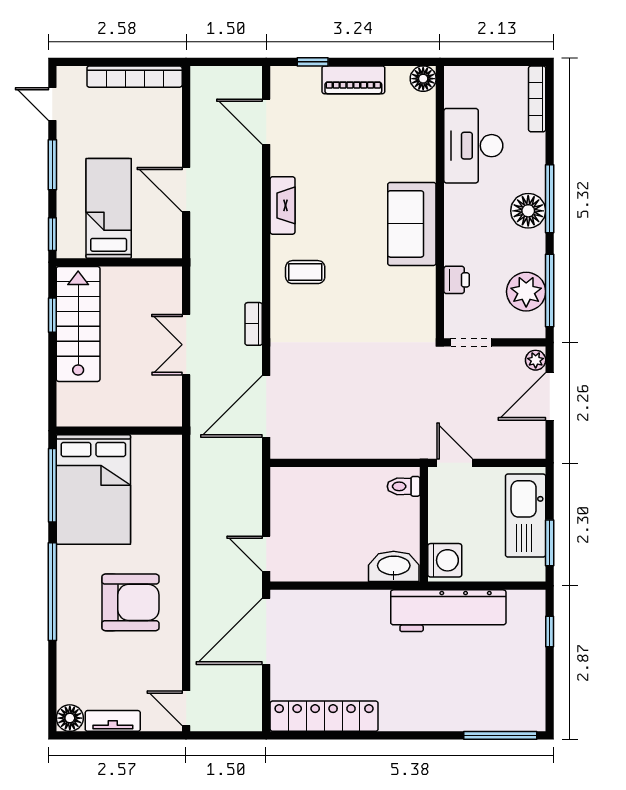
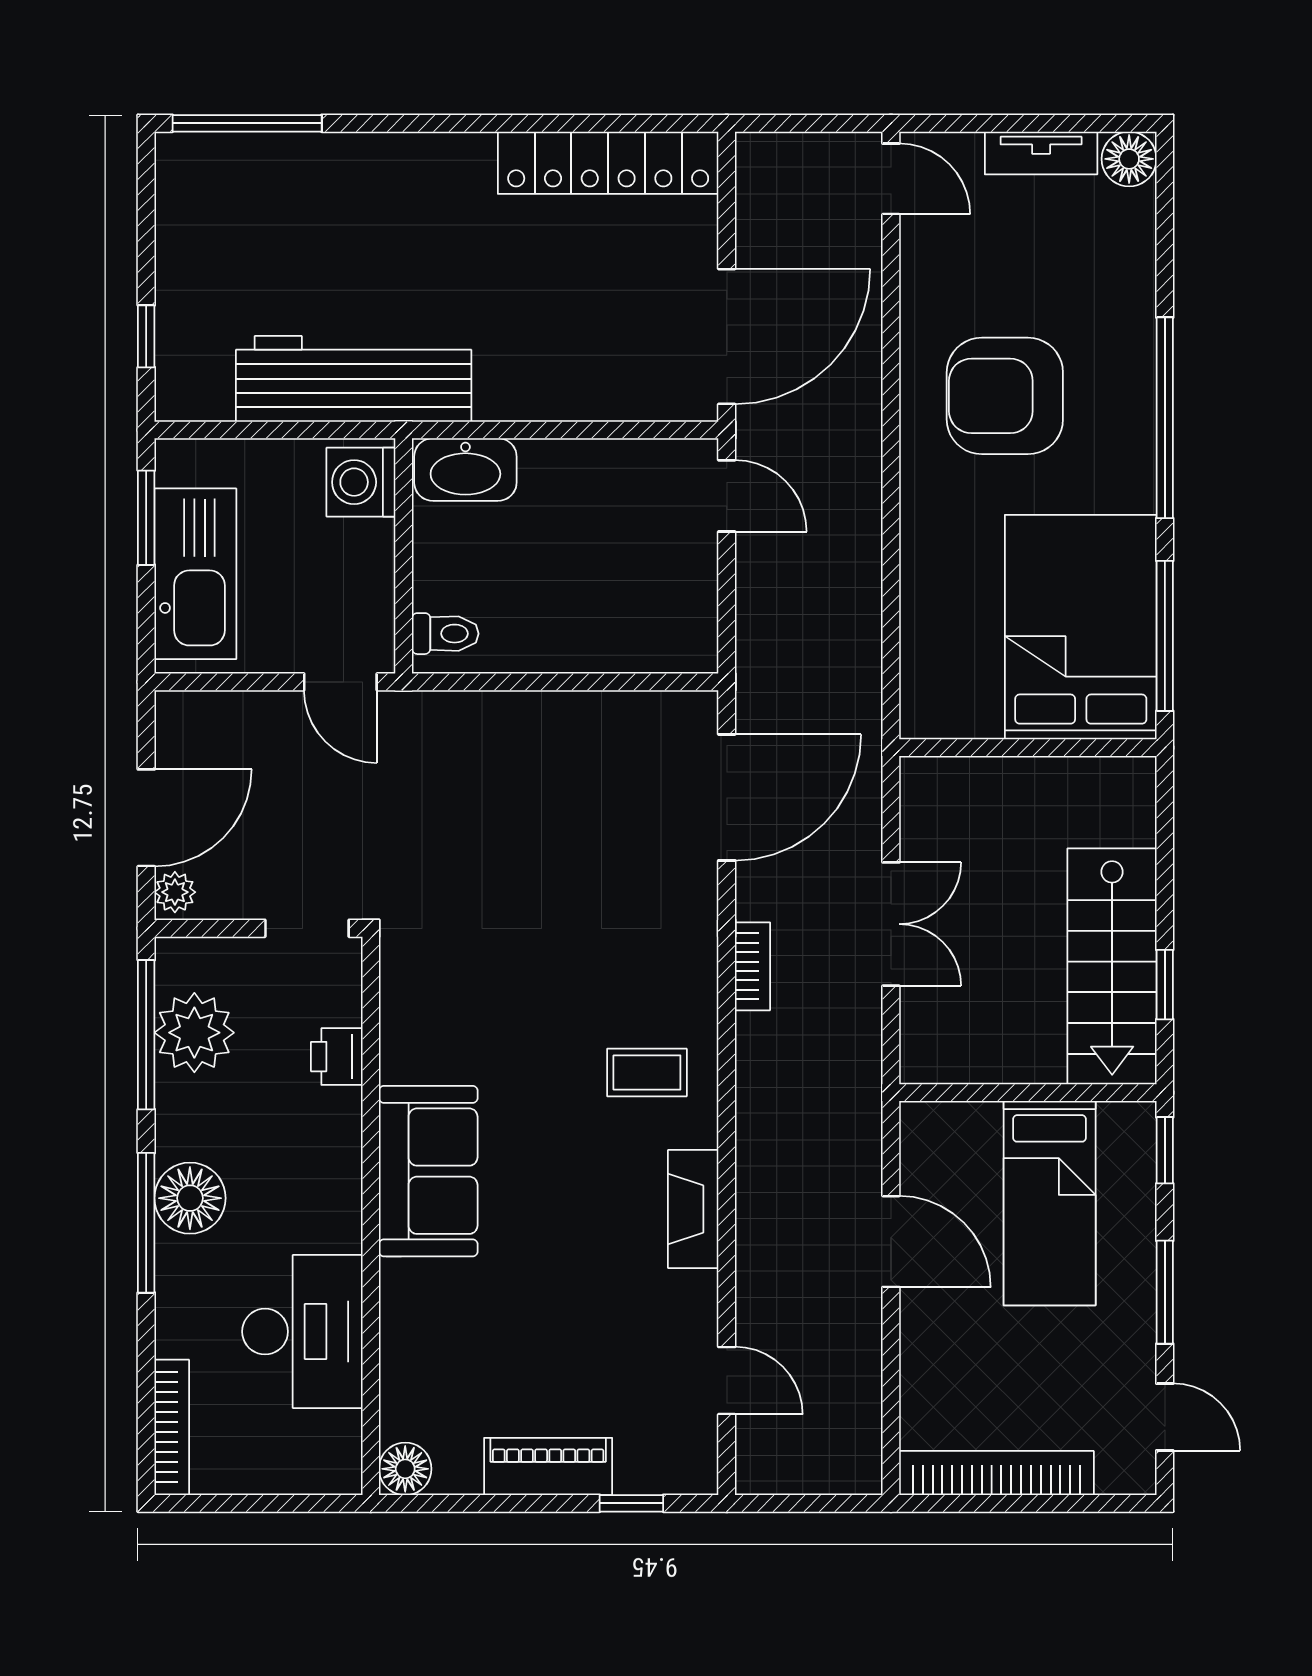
door: (266, 122) -> (727, 1381), width x0.73

